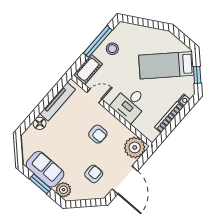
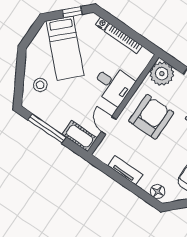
stool: (112, 49) -> (40, 85), moved
tv unit: (58, 102) -> (125, 170), width x0.71
floor lamp: (40, 123) -> (158, 192), moved
armchair: (98, 134) -> (151, 117), width x1.88, depth x1.88

